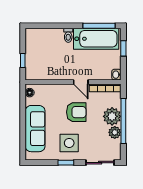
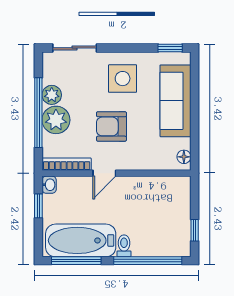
window: (53, 26) -> (148, 261), added
window: (123, 48) -> (38, 206), moved
window: (23, 61) -> (195, 230), moved
door: (81, 82) -> (104, 173), swing flipped
window: (66, 163) -> (170, 48), moved

